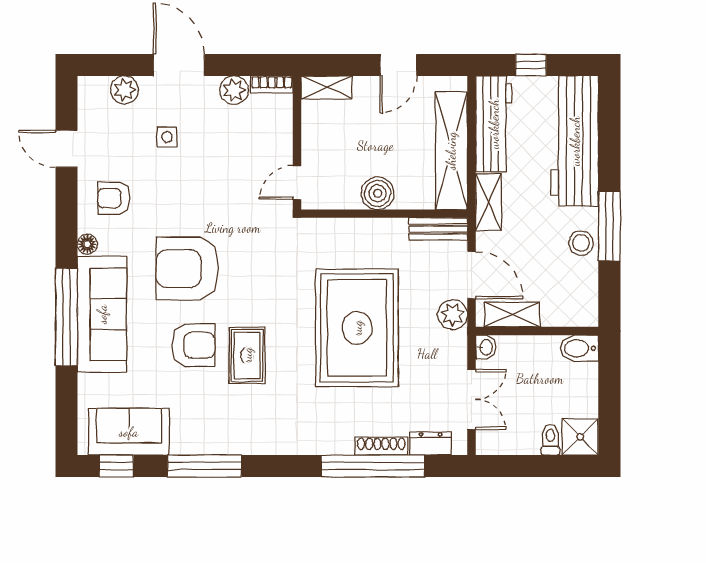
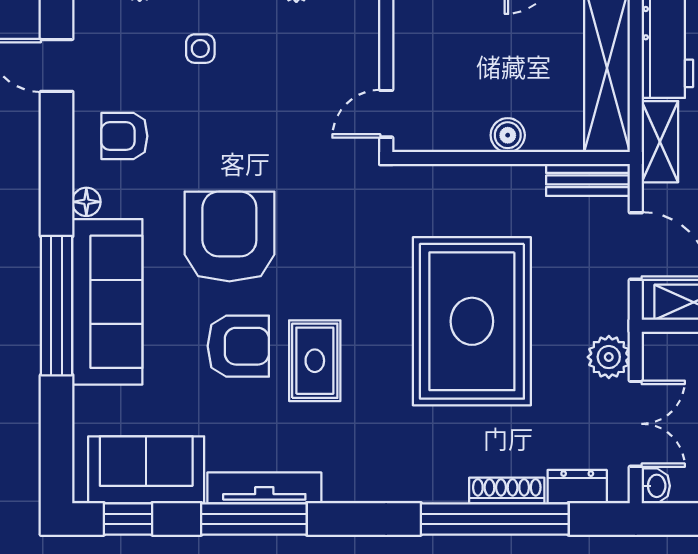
boiler: (378, 193) -> (508, 135), width x0.73, depth x0.73
armchair: (187, 269) -> (229, 237), turned 90
plant: (453, 315) -> (609, 357), moved
washbasin: (486, 347) -> (656, 486), moved
tv unit: (212, 444) -> (264, 488), added

